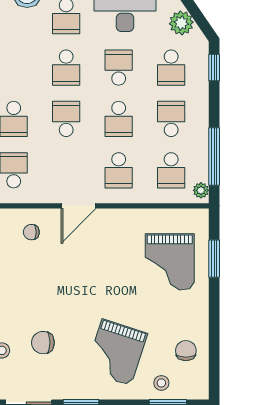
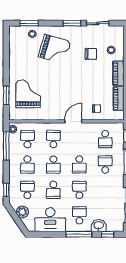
school desk: (119, 119) -> (53, 164), turned 180
chair: (186, 351) -> (20, 50), removed
grand piano: (116, 352) -> (54, 49), turned 88

